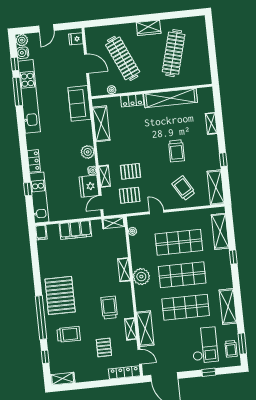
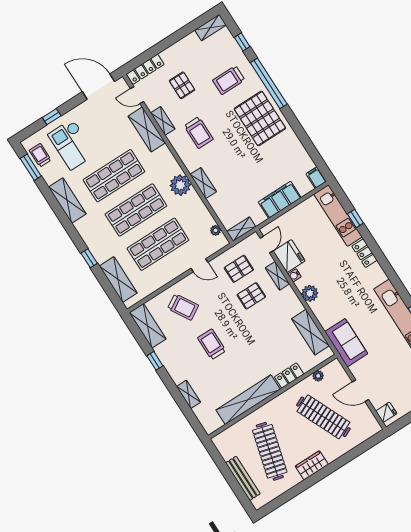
bench: (203, 43) -> (243, 478), added

